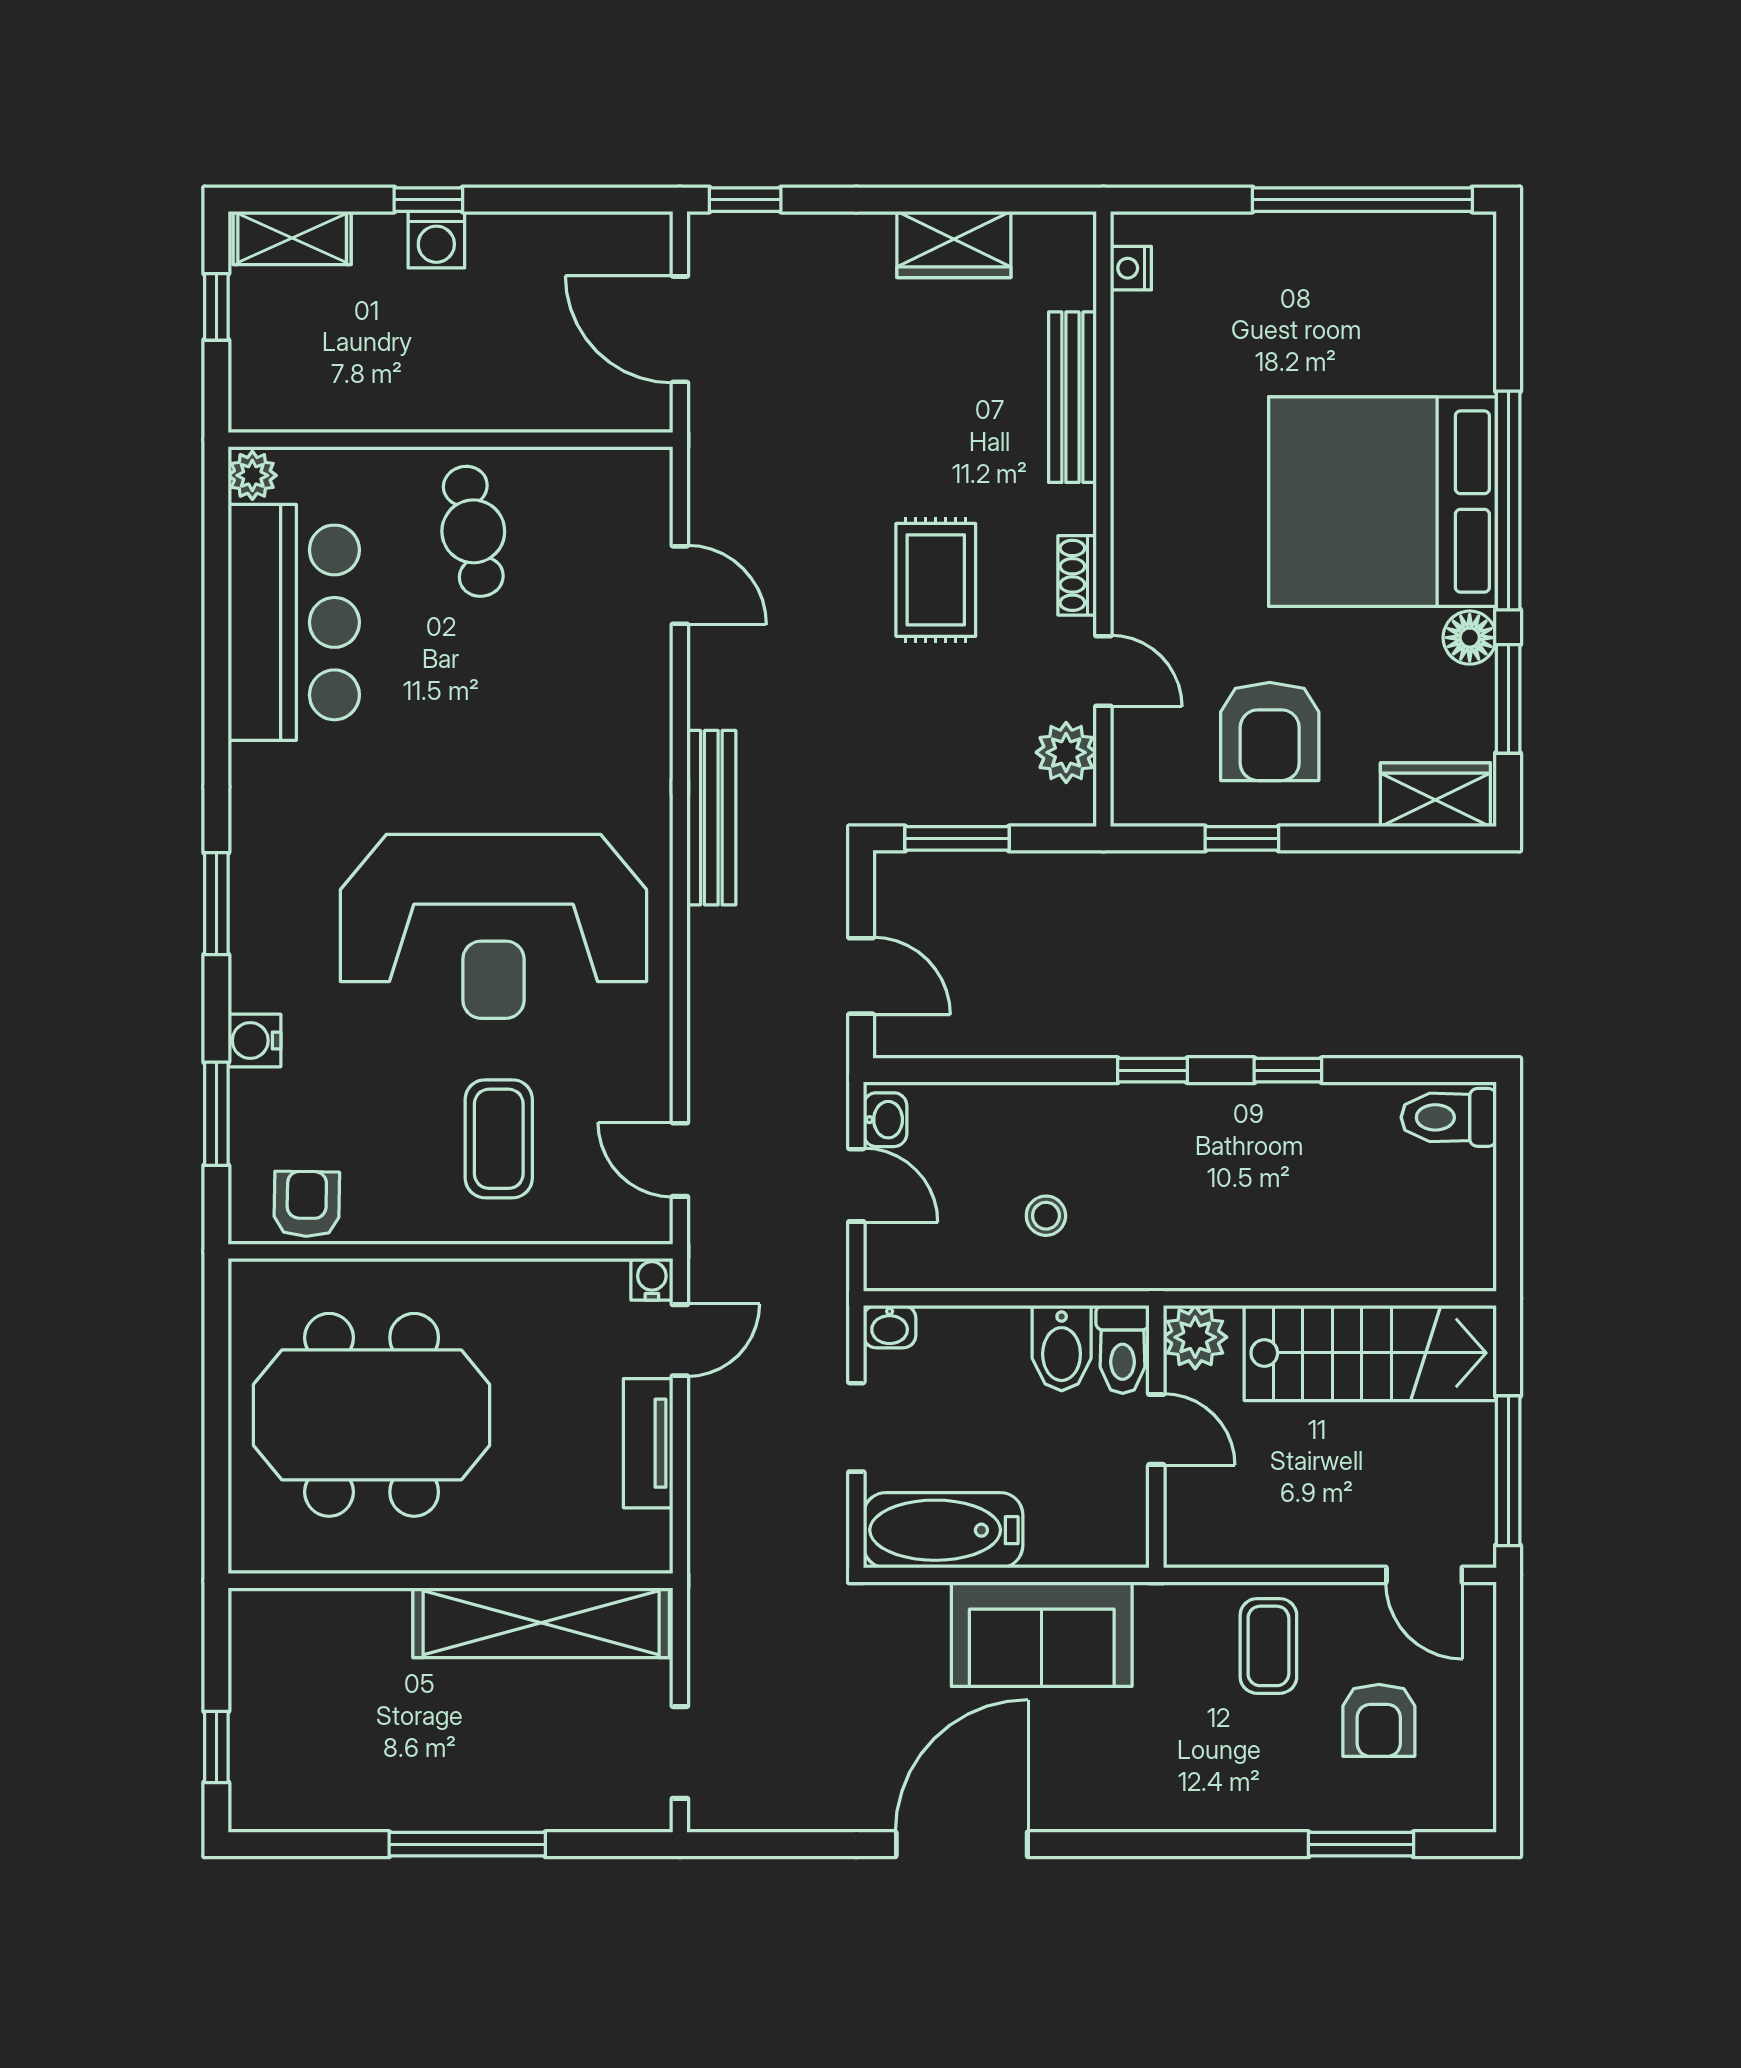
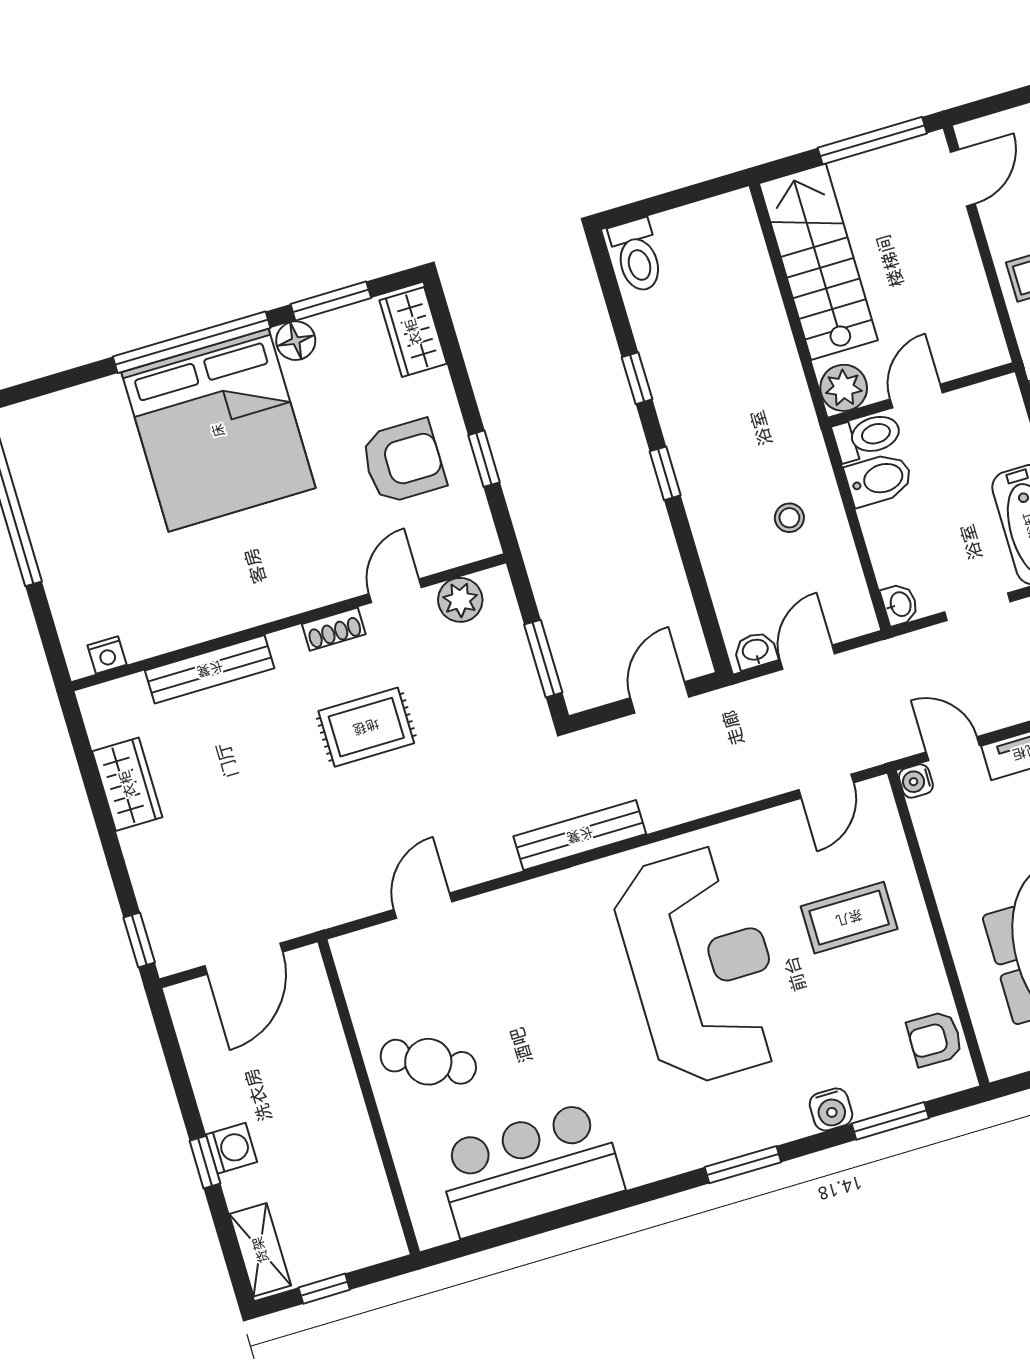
plant: (252, 475) -> (435, 1228), removed
cafe table: (473, 531) -> (428, 1062), turned 37

